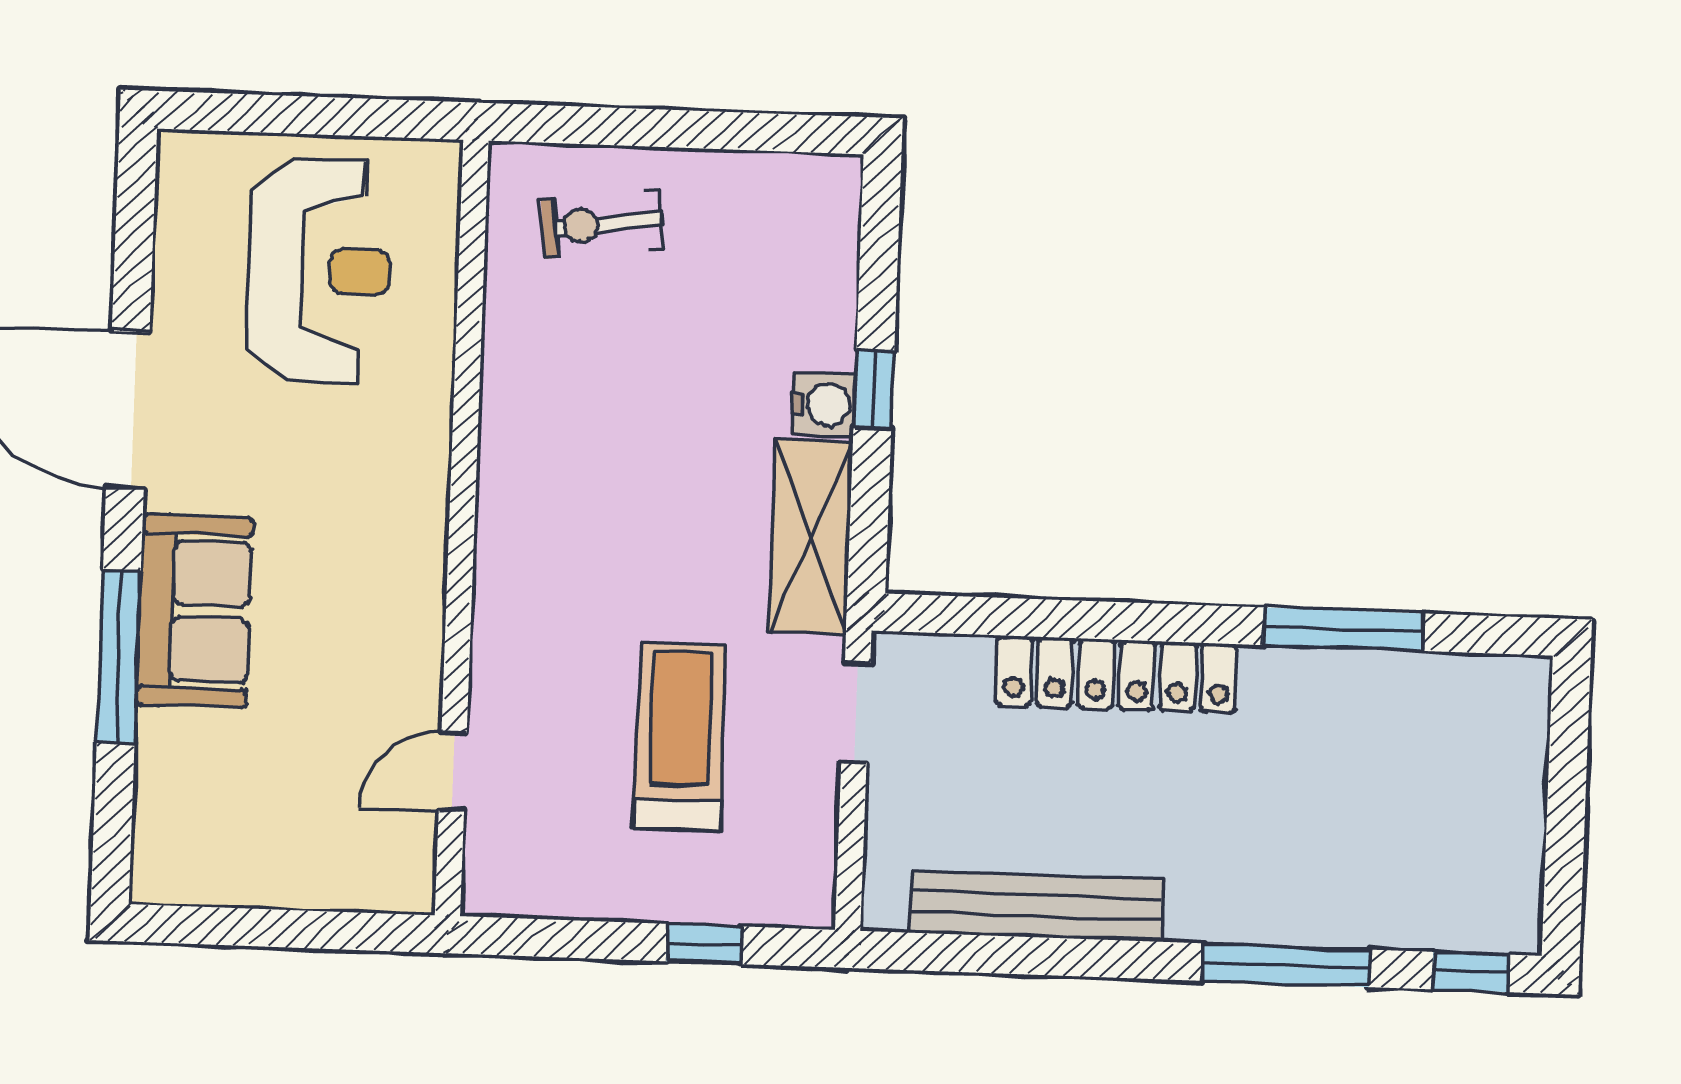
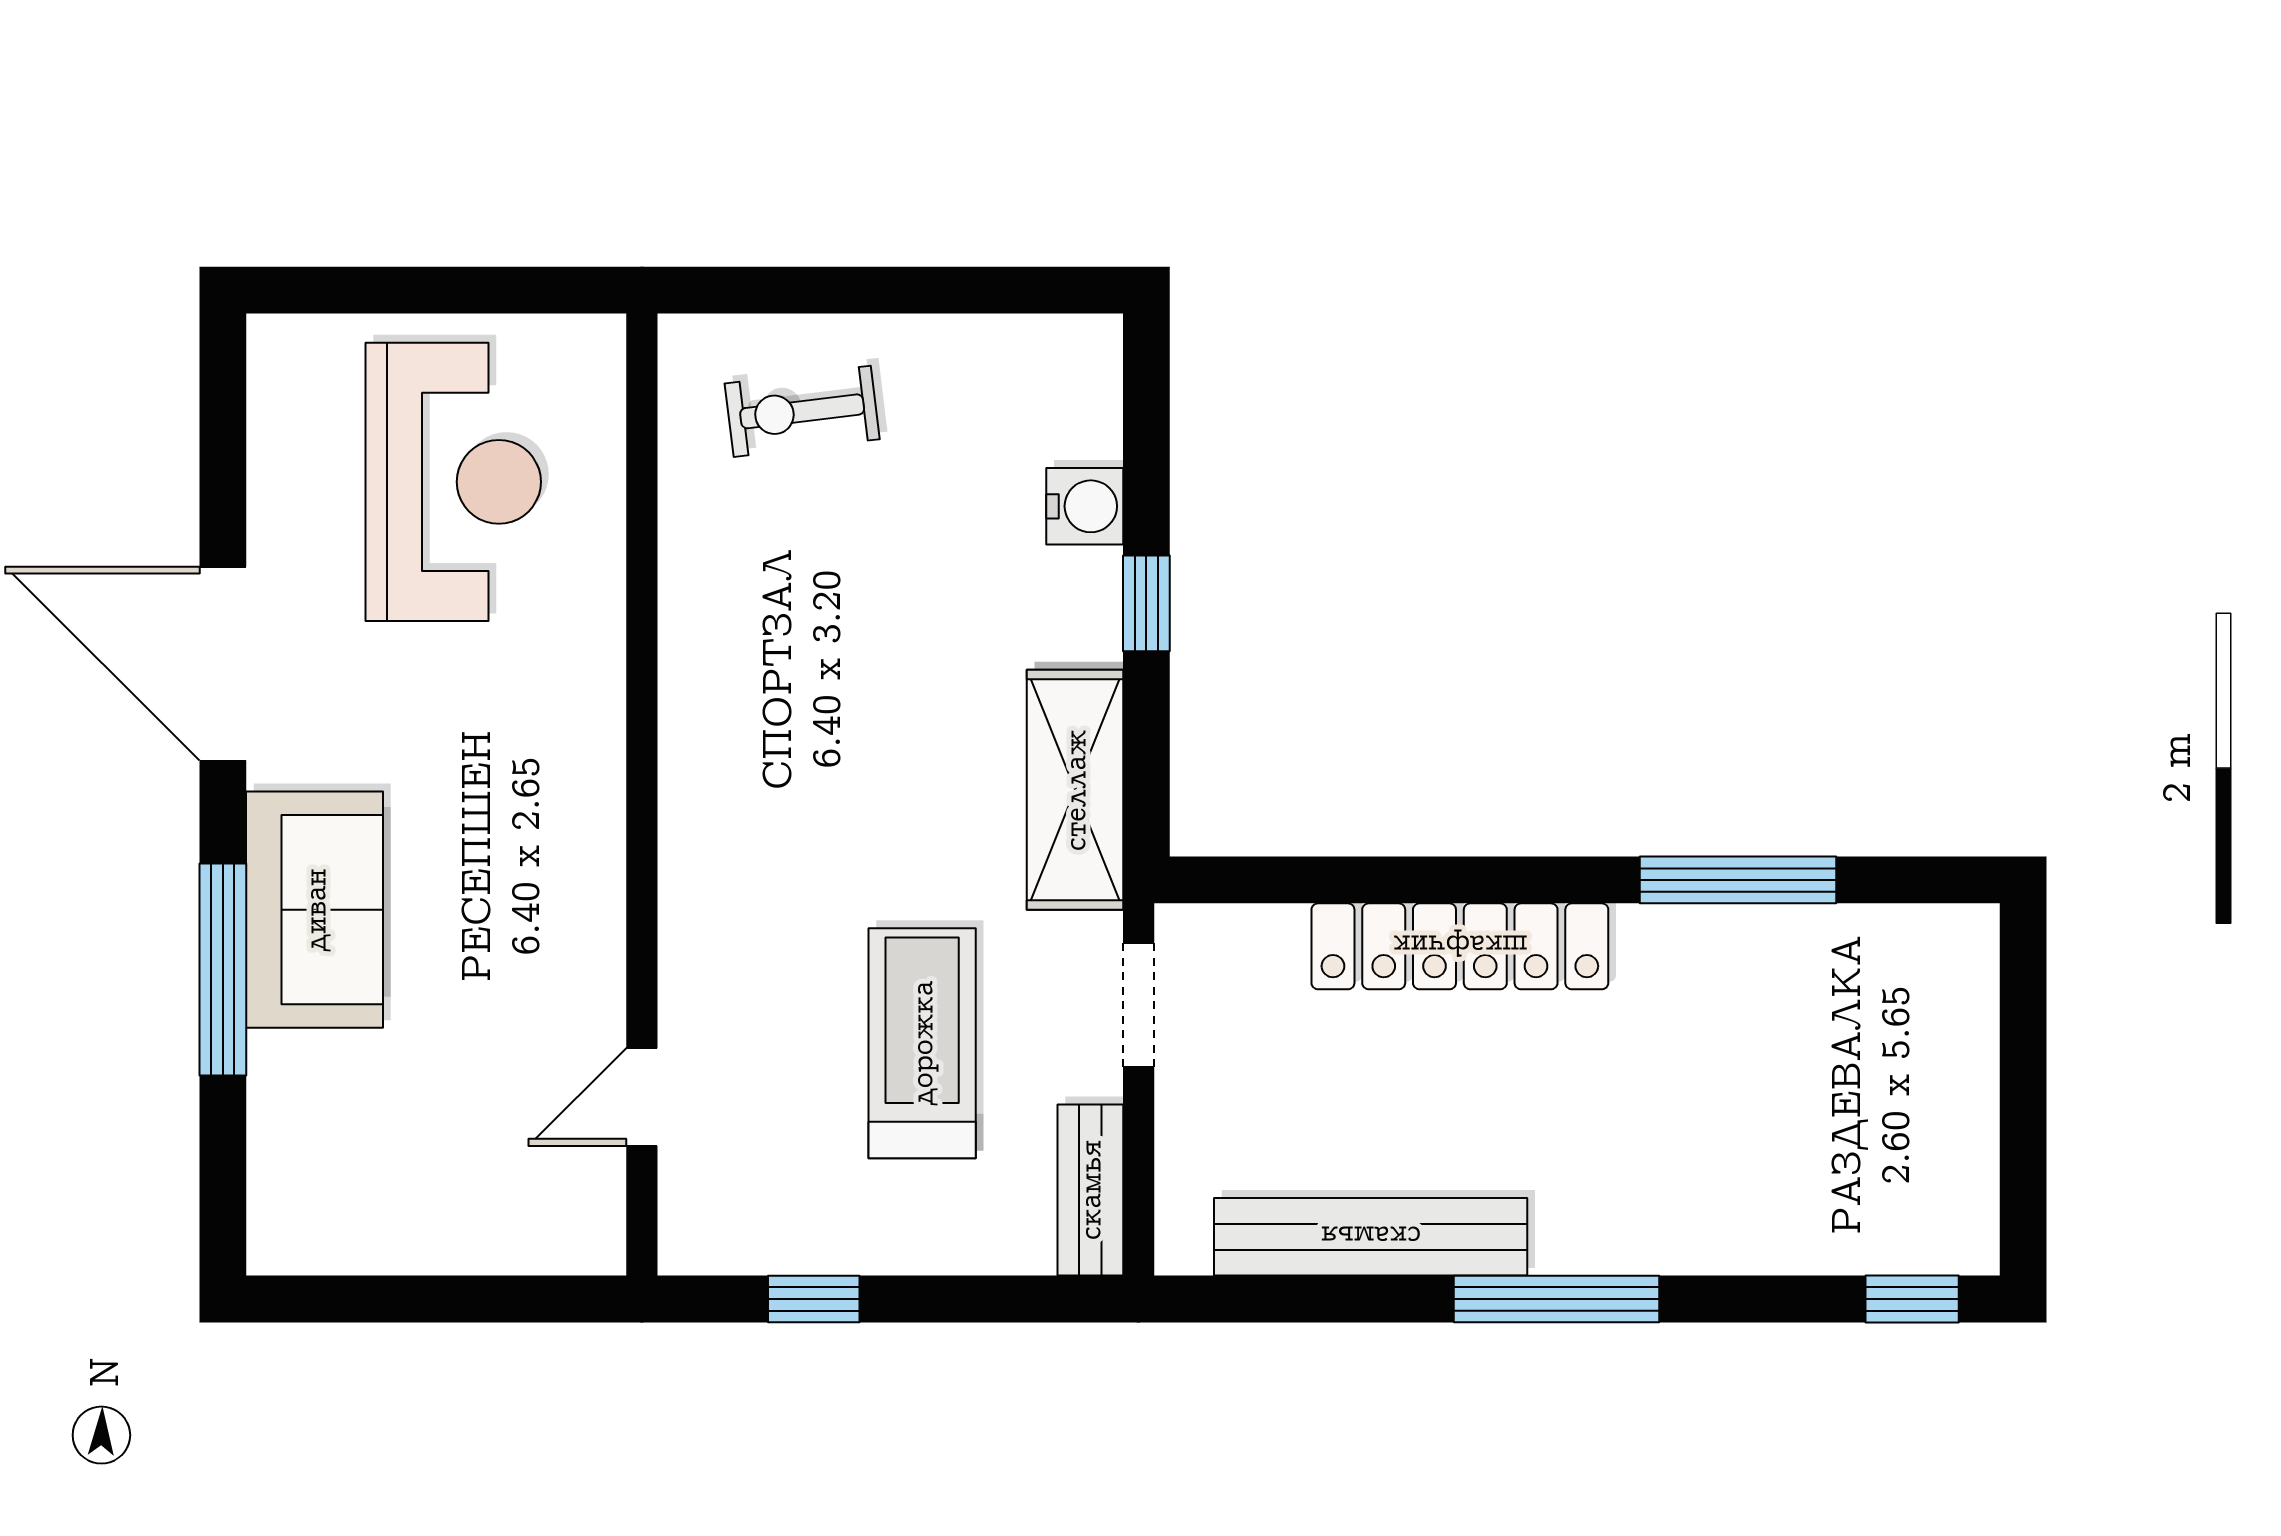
water cooler: (824, 404) -> (1085, 506), moved
bench: (811, 860) -> (1090, 1190), added
window: (704, 944) -> (814, 1299), moved
window: (1286, 965) -> (1556, 1299), moved

